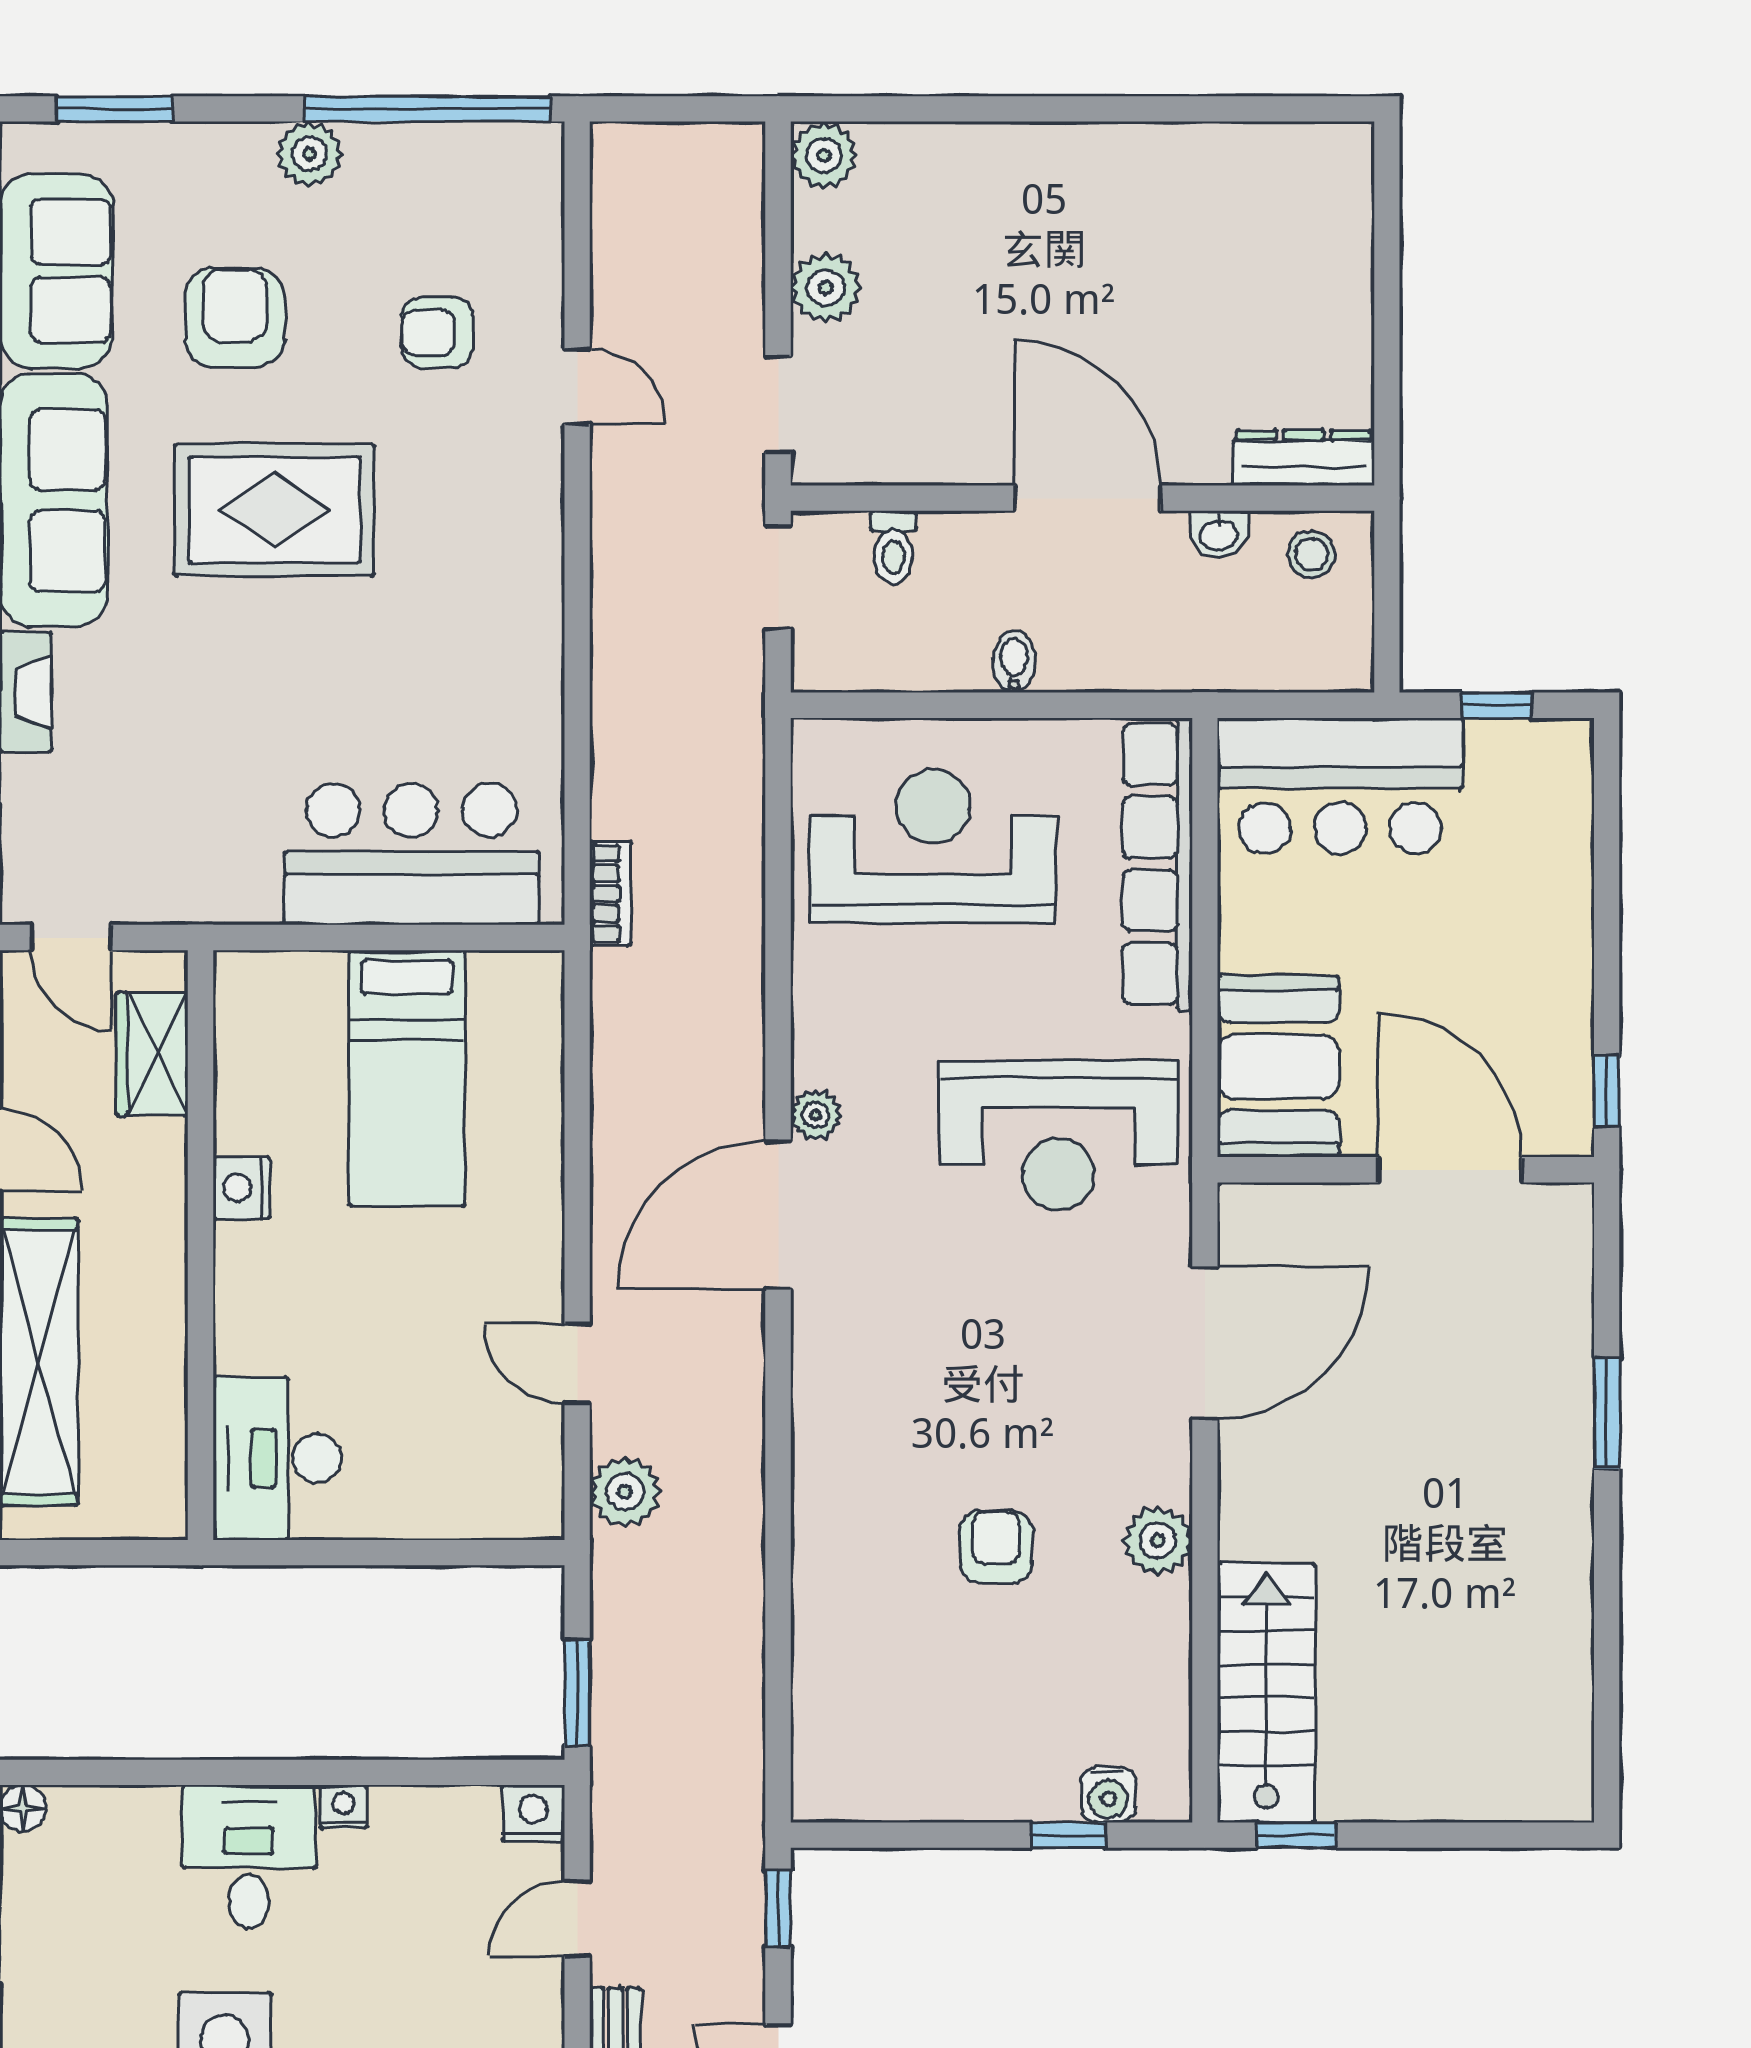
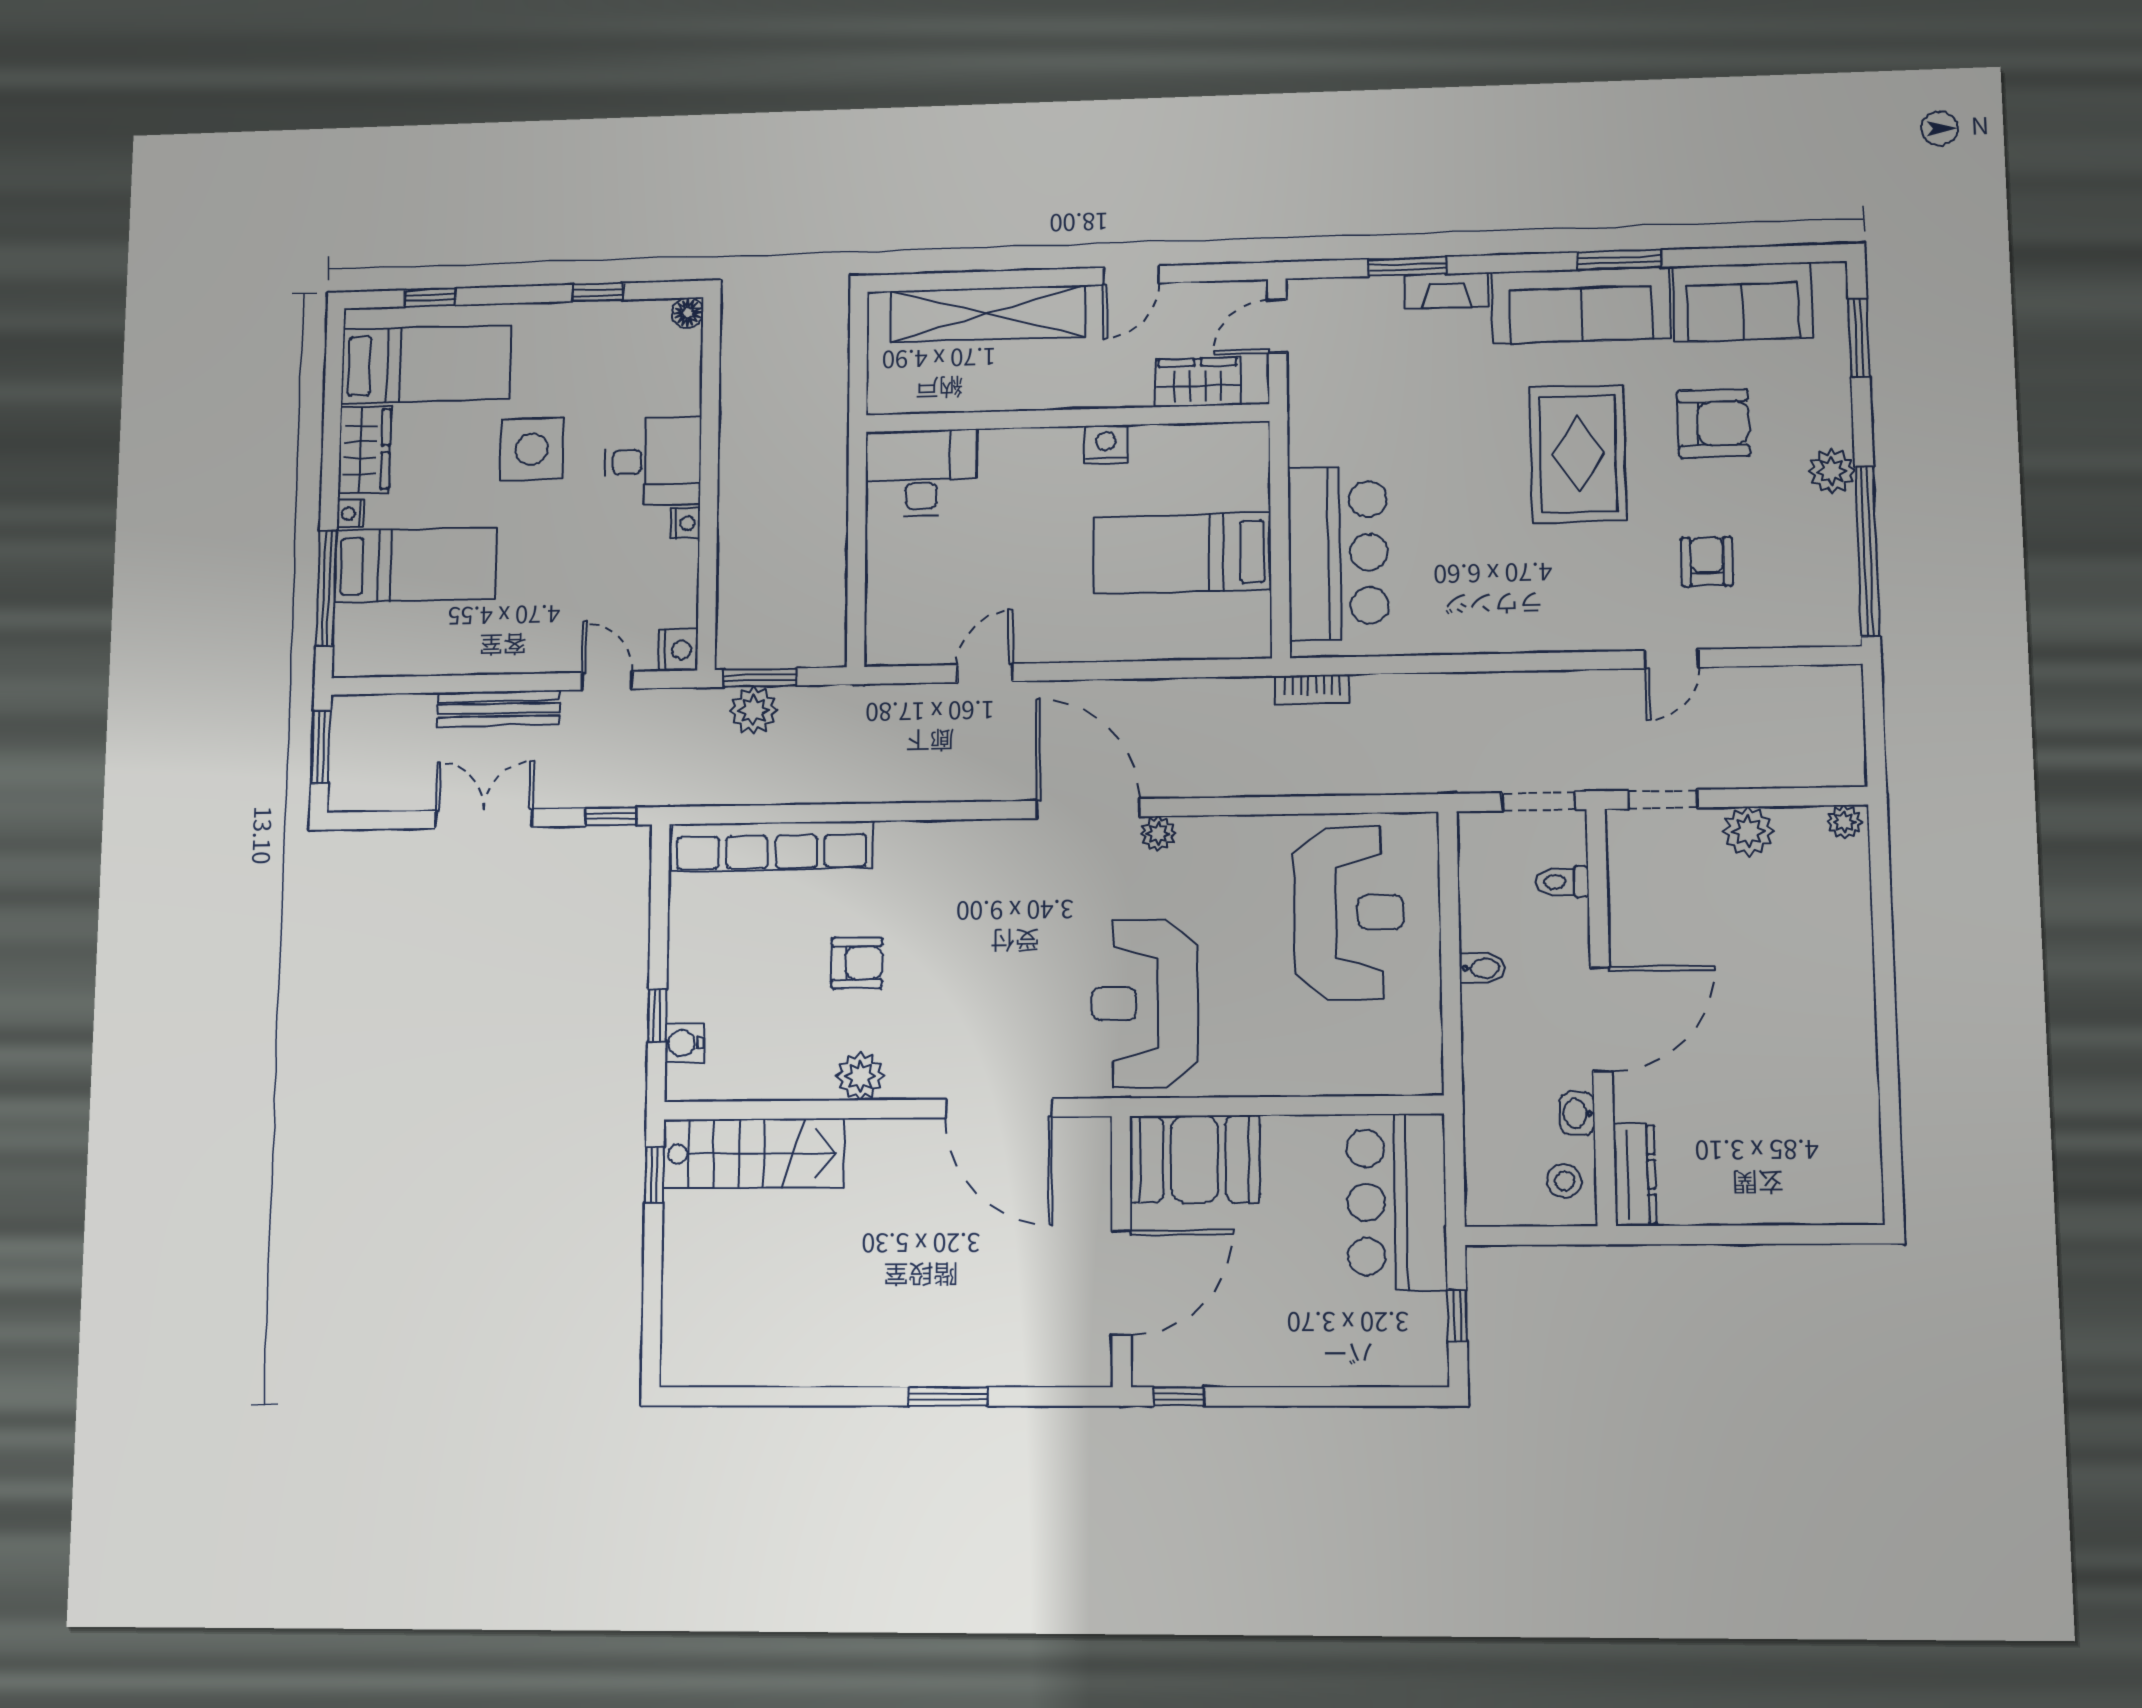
plant: (824, 155) -> (1844, 822), width x0.73, depth x0.73
row of seats: (1158, 864) -> (772, 846), moved, turned 180
plant: (625, 1492) -> (753, 710), moved

